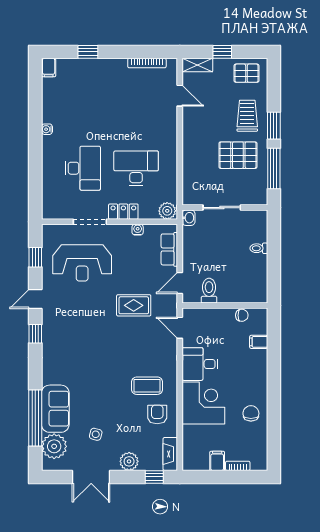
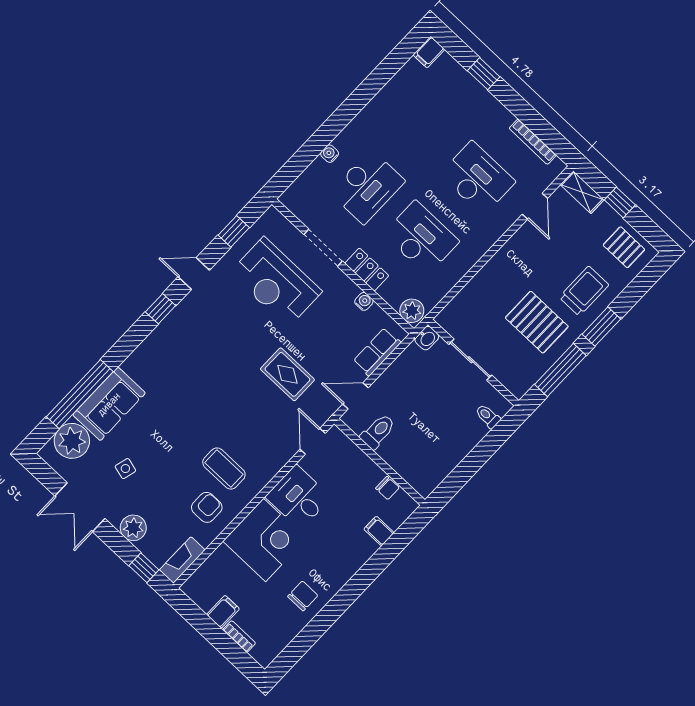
desk: (136, 109) -> (477, 178), added
water cooler: (47, 129) -> (330, 154), moved
toilet: (259, 248) -> (488, 416), moved

